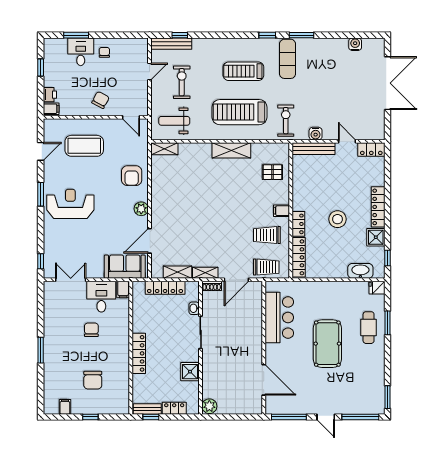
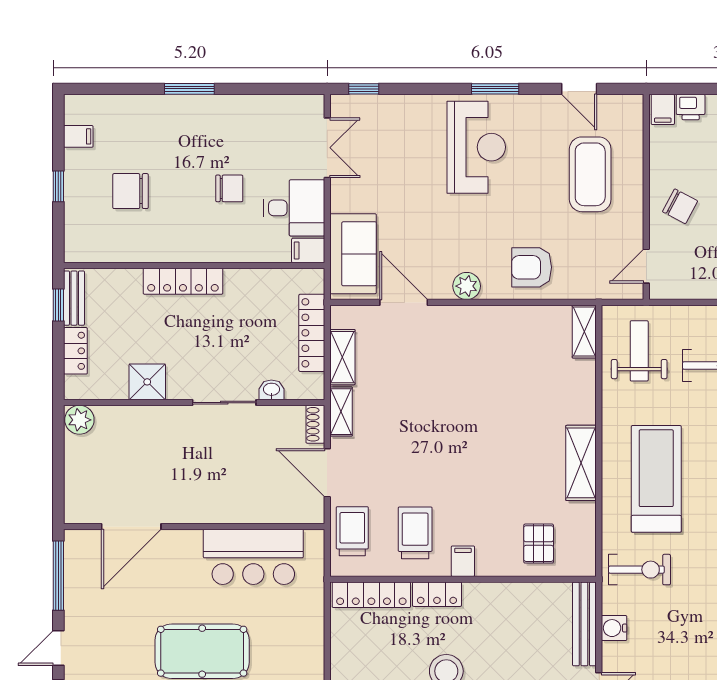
trolley: (266, 267) -> (352, 531), turned 180

